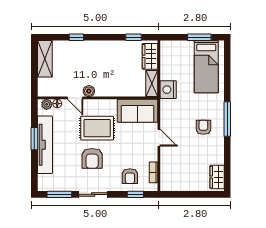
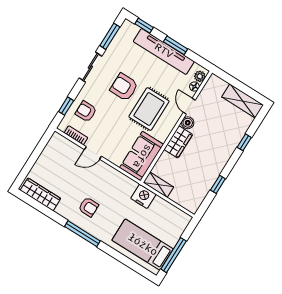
window: (133, 37) -> (218, 184), moved
window: (199, 37) -> (174, 255), width x1.44
wardrobe: (150, 56) -> (178, 142), moved, turned 90
door: (75, 98) -> (189, 106), hinge flipped
door: (159, 138) -> (93, 153), moved
window: (34, 173) -> (144, 26), added
wardrobe: (217, 177) -> (40, 194), width x1.50

